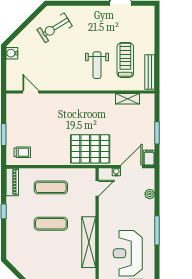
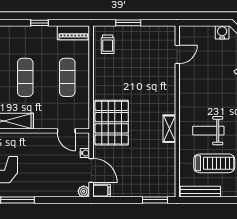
shelving: (127, 99) -> (169, 129), moved
window: (157, 133) -> (155, 200), moved
plant: (150, 194) -> (84, 191), moved

